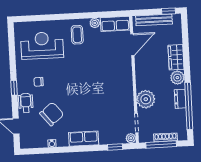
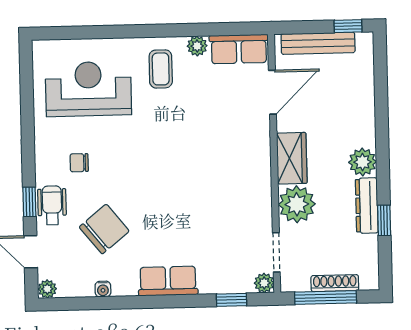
wardrobe: (176, 57) -> (292, 158), moved, turned 180
window: (14, 88) -> (29, 202), moved
dresser: (180, 99) -> (367, 206), width x1.44
window: (189, 106) -> (384, 220), width x0.32
plant: (25, 144) -> (47, 289), added

